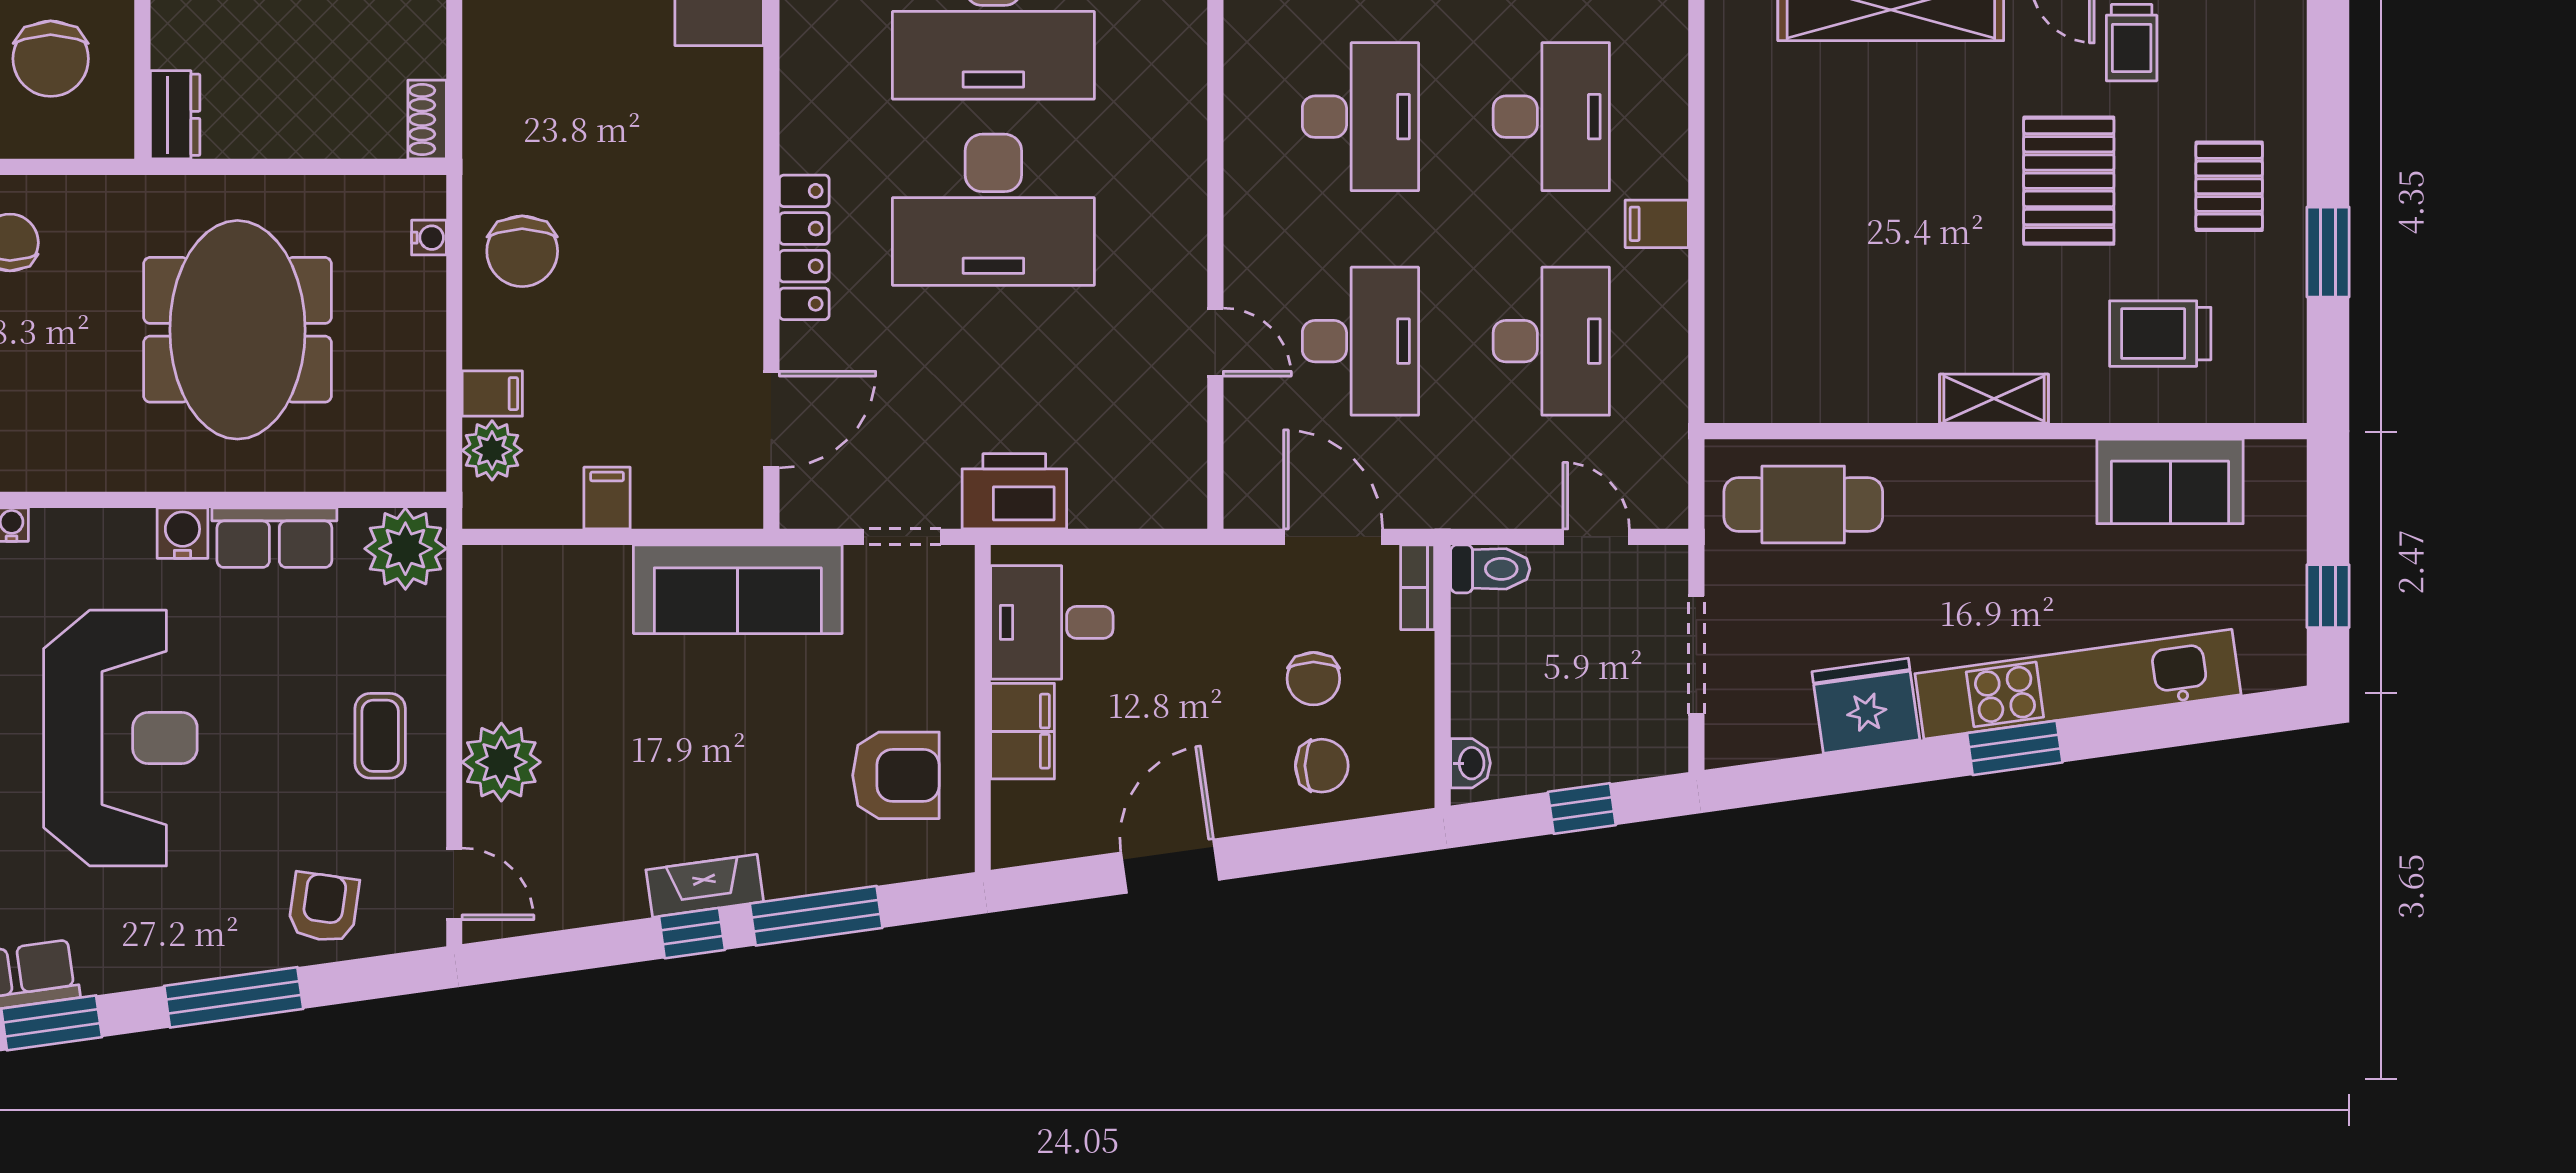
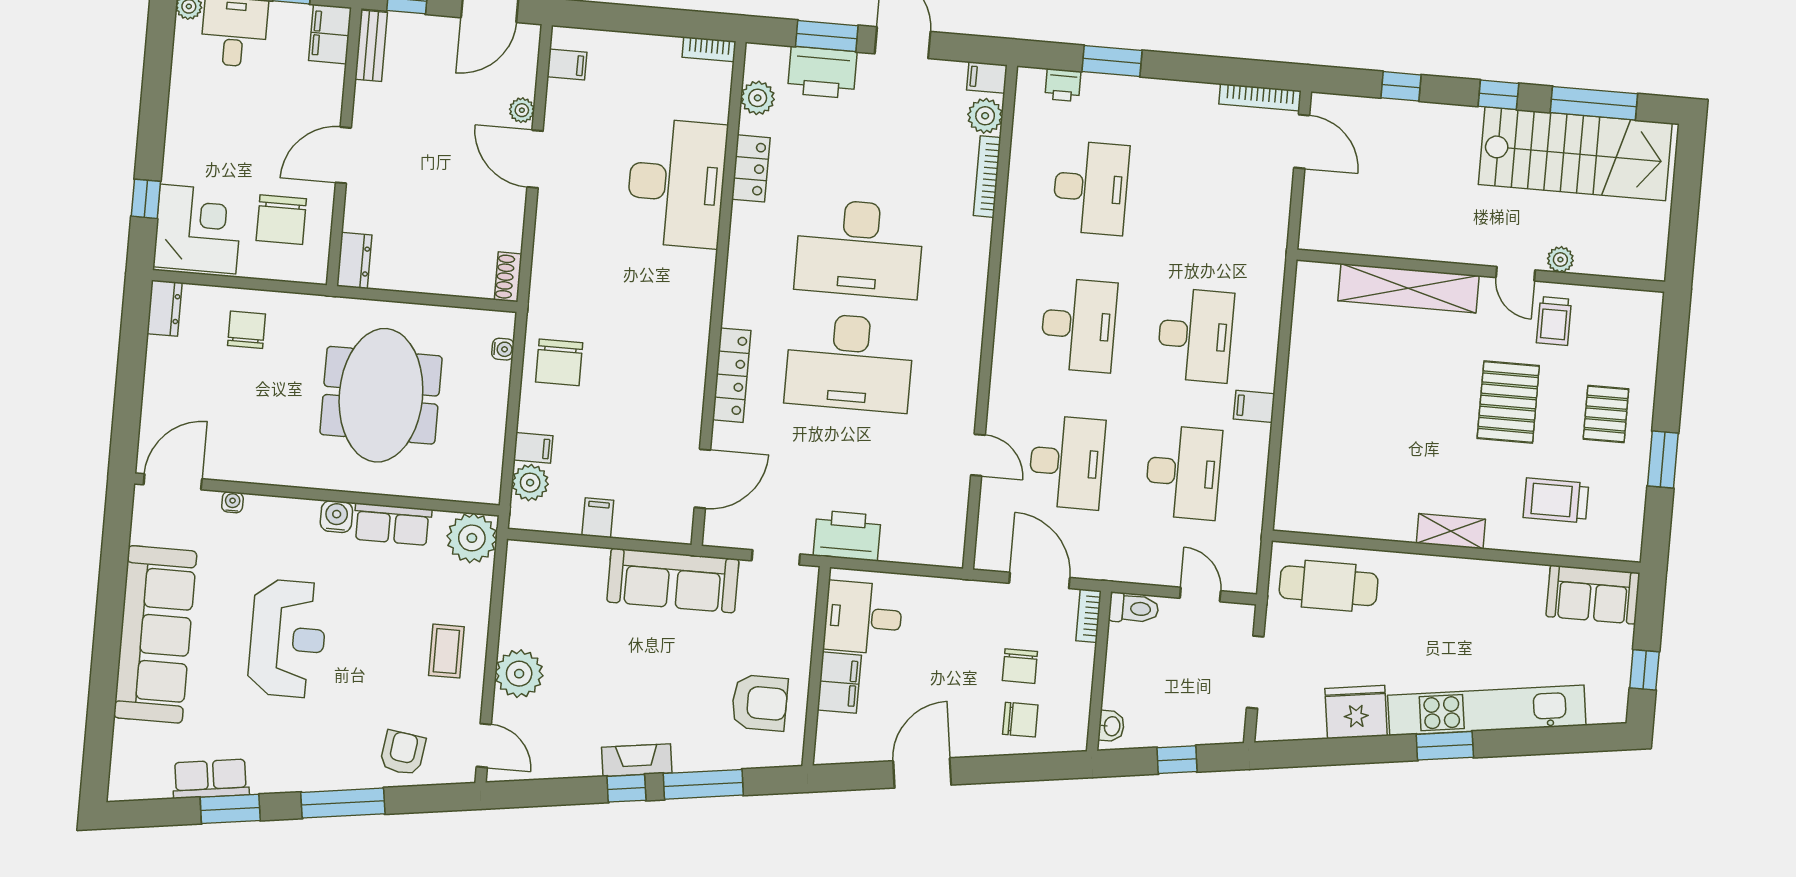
sofa: (2170, 481) -> (1593, 595), moved
reception desk: (120, 738) -> (288, 639), width x0.74, depth x0.77

